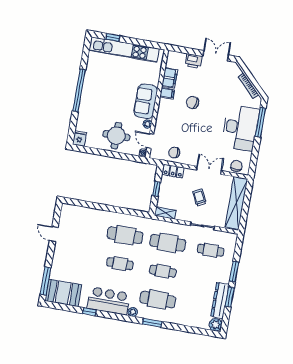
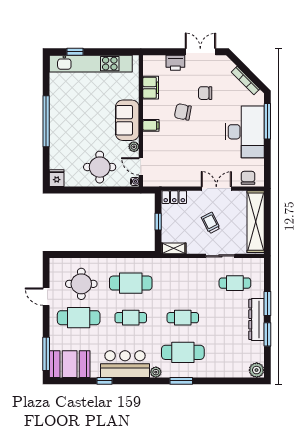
filing cabinet: (167, 93) -> (151, 125), moved
chair: (174, 153) -> (205, 93), moved
round table: (84, 229) -> (81, 284), added
cafe table: (168, 243) -> (79, 318), moved
dresser: (220, 300) -> (257, 319), moved

